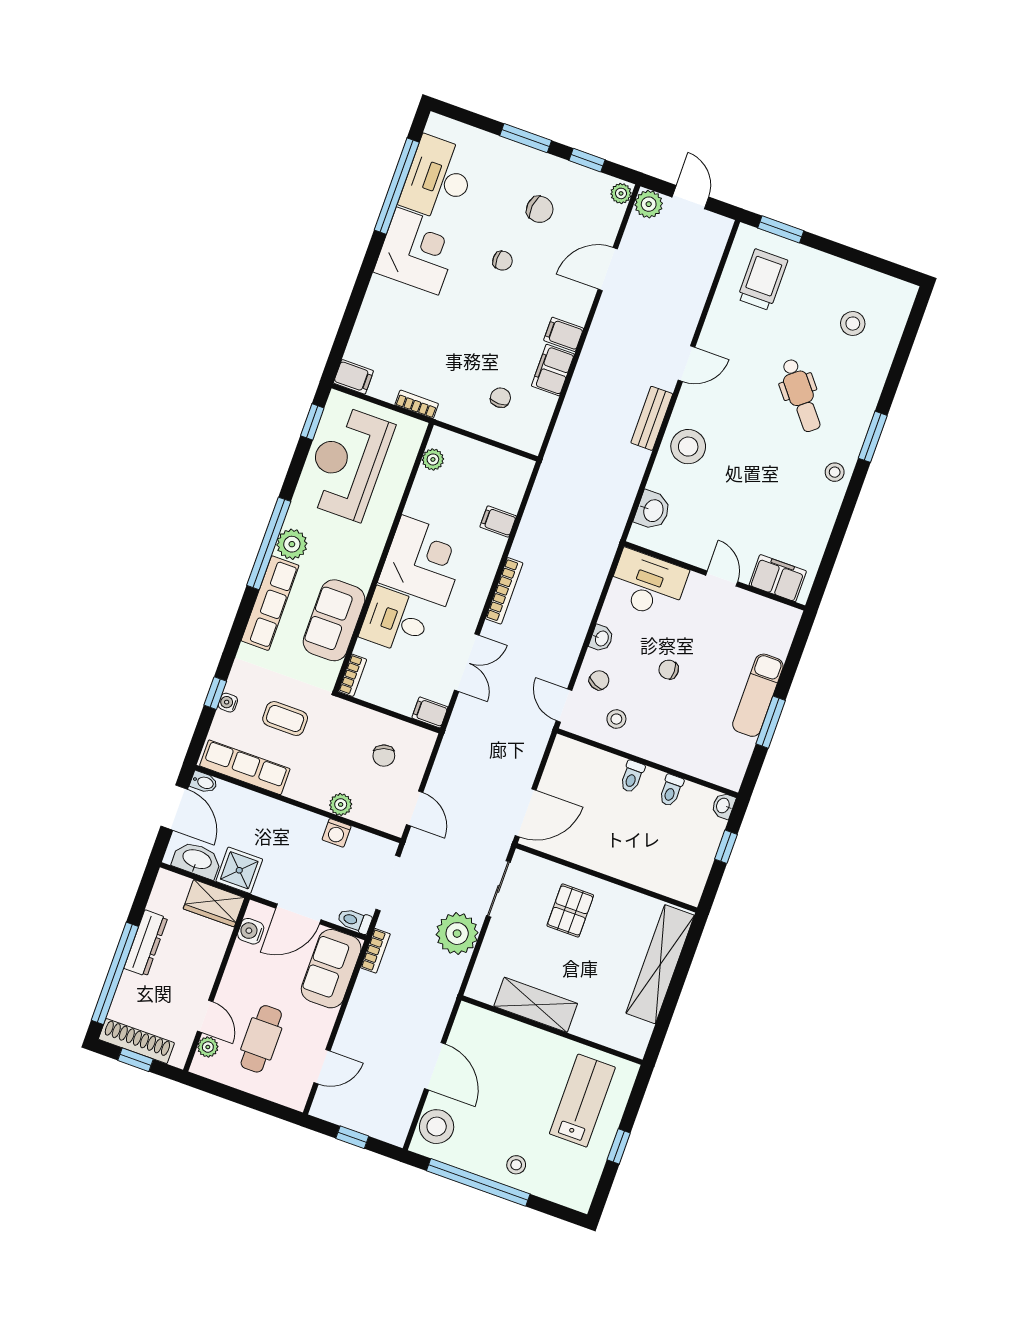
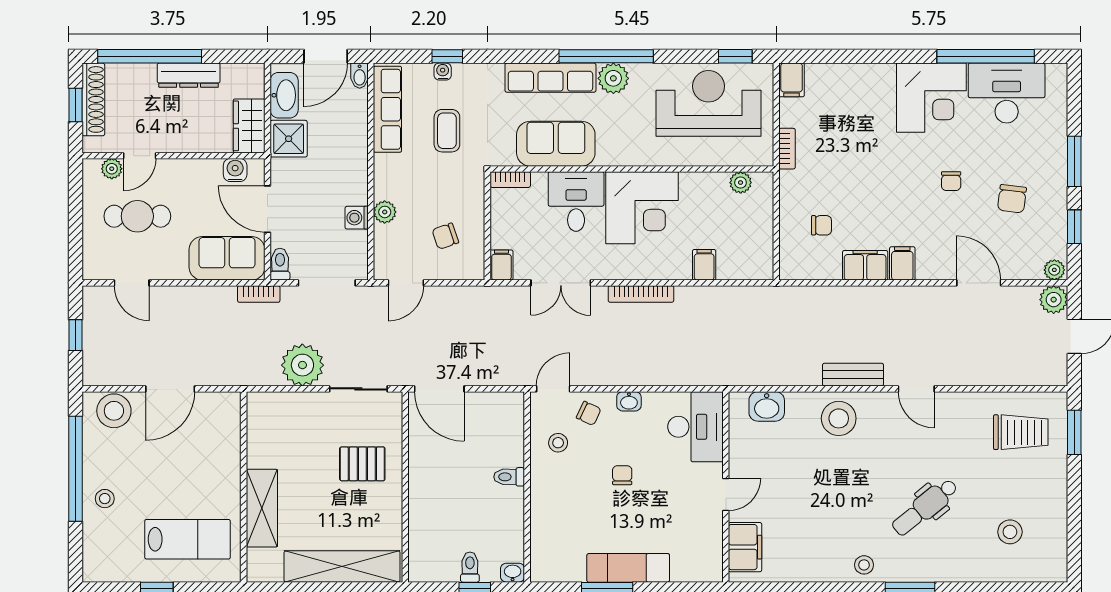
toilet: (671, 790) -> (470, 567), moved, turned 90
shelving: (536, 1005) -> (262, 508), moved

